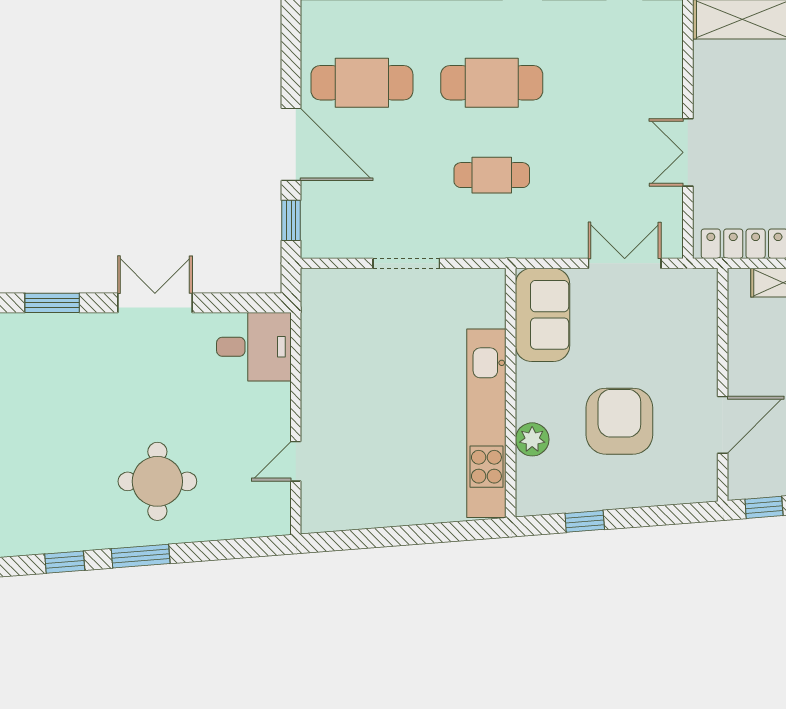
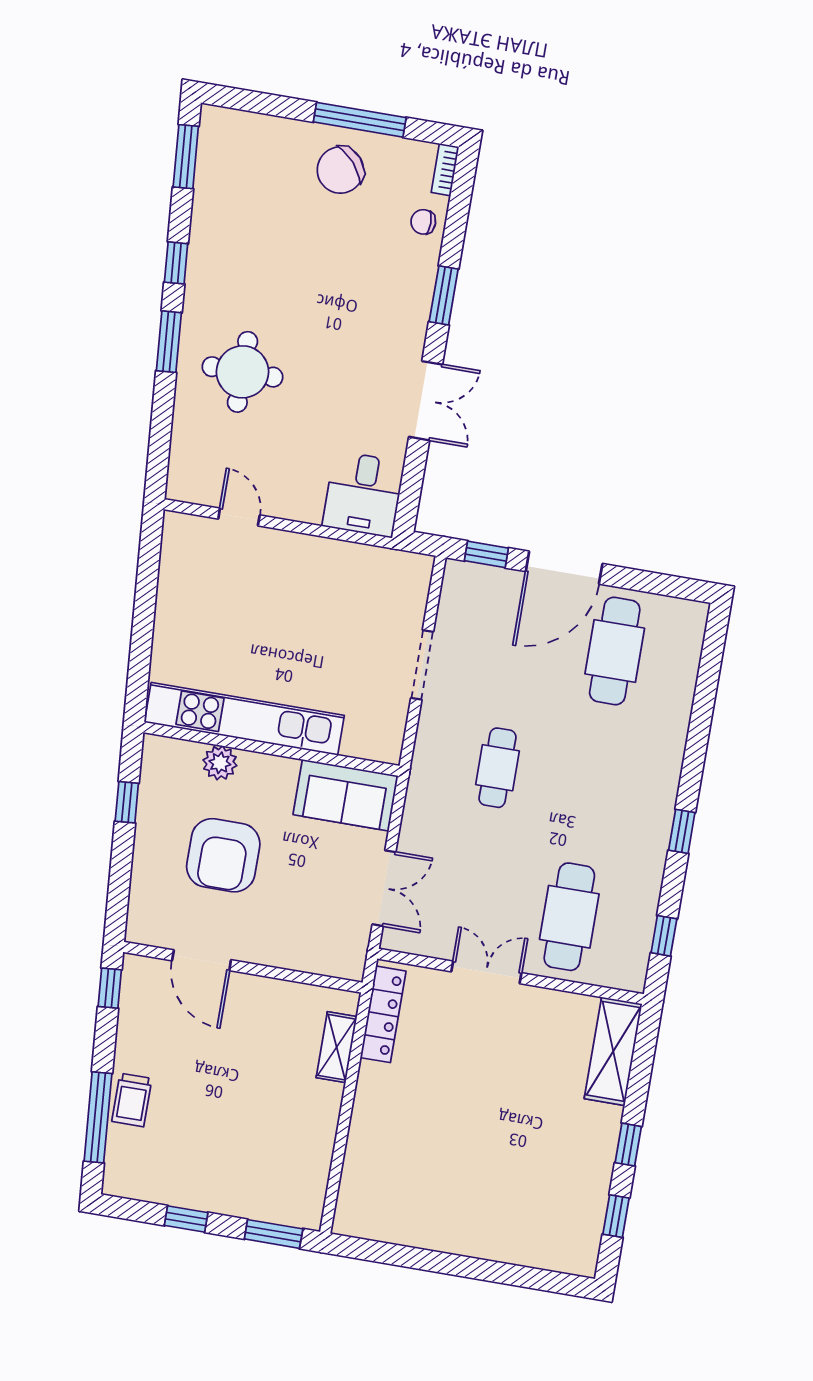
cafe table: (492, 83) -> (569, 917), moved
armchair: (619, 421) -> (223, 855), turned 90

